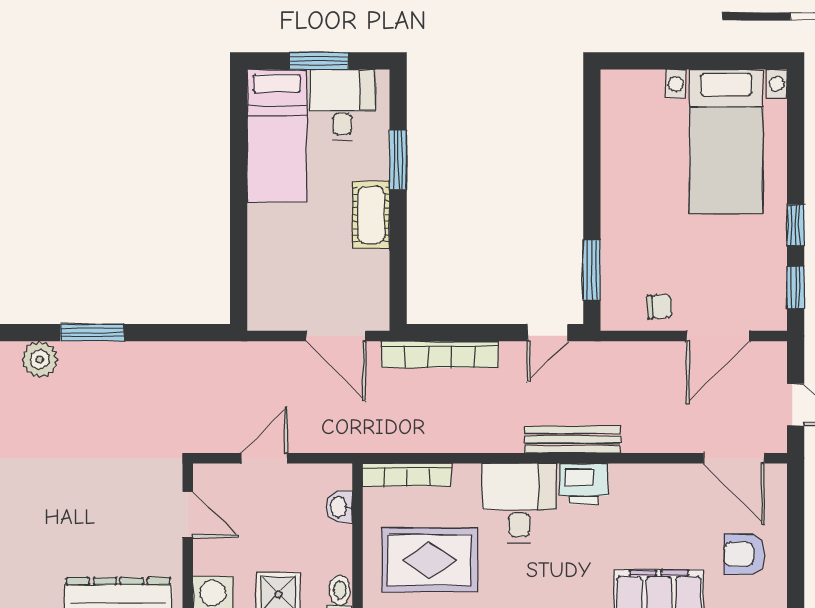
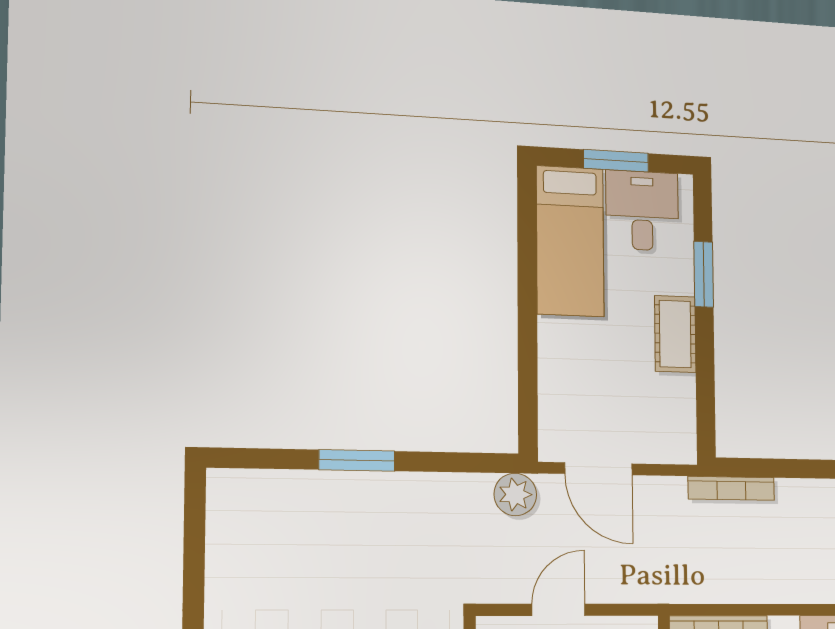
door: (336, 336) -> (599, 469), moved
bookcase: (440, 354) -> (731, 488), width x0.68, depth x0.76
plant: (40, 359) -> (515, 494), moved

